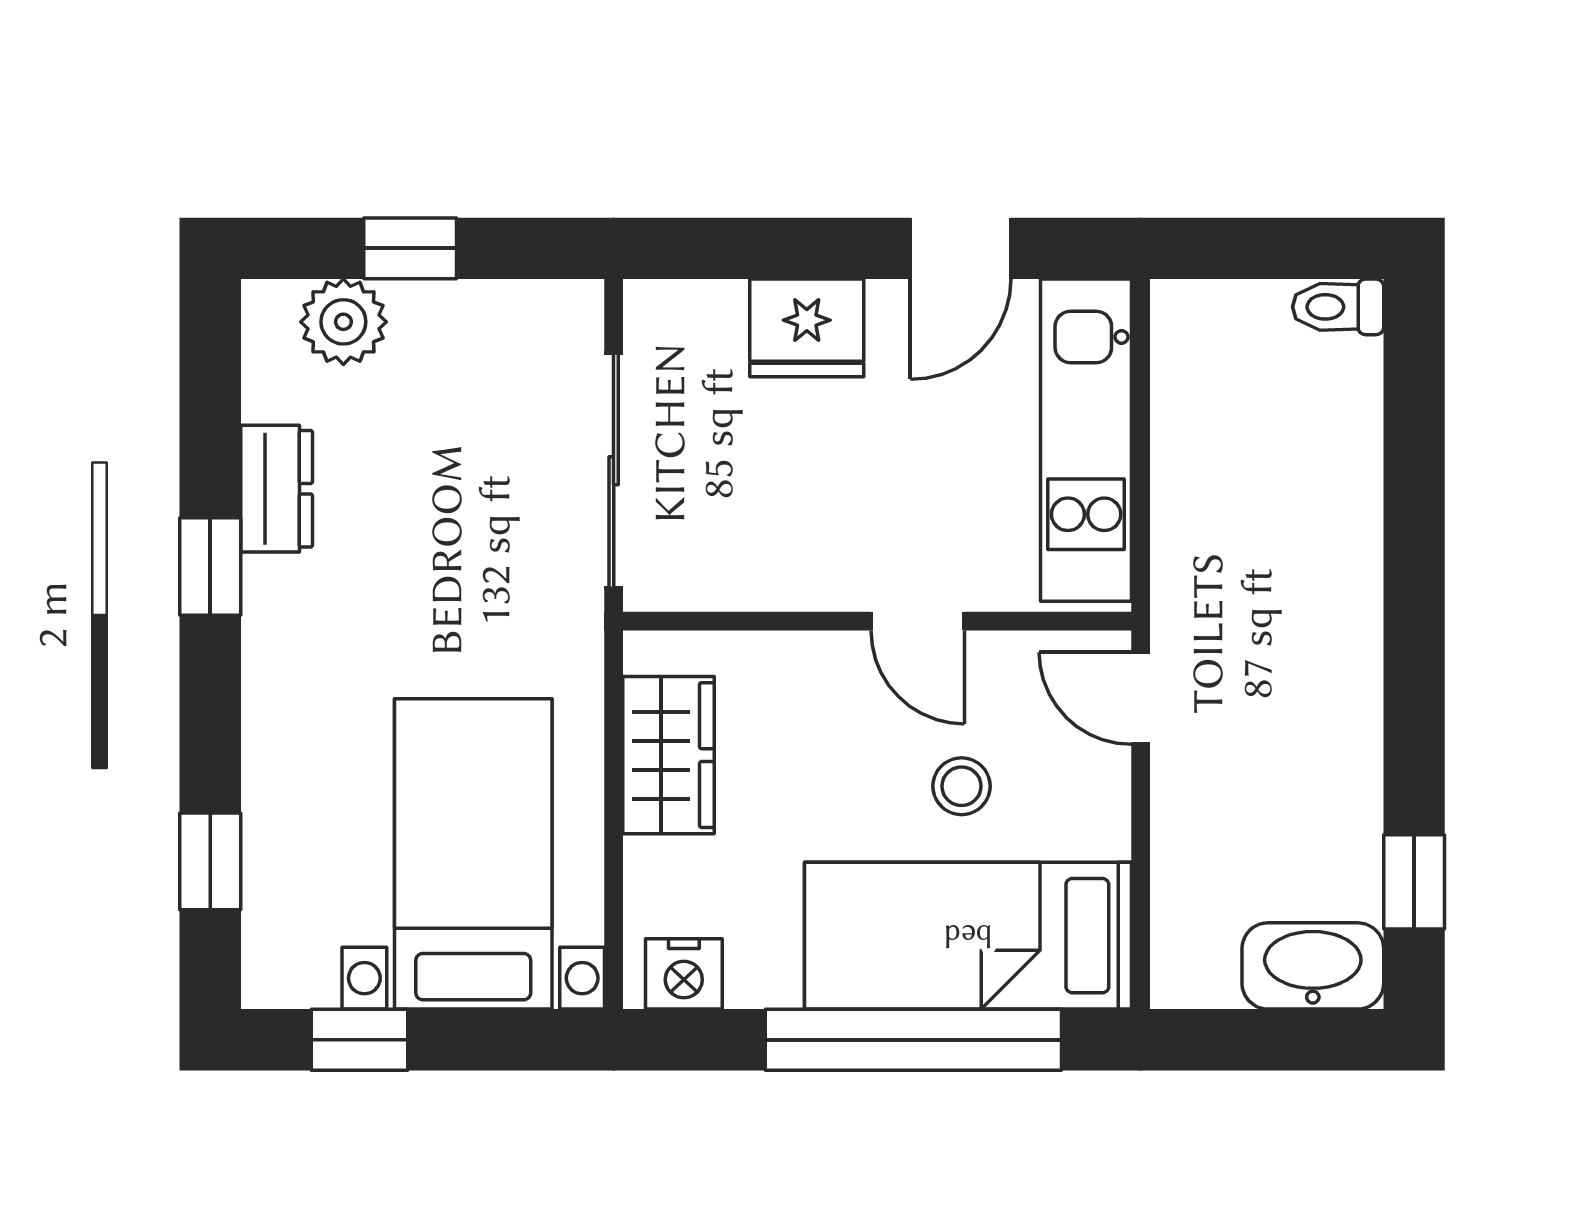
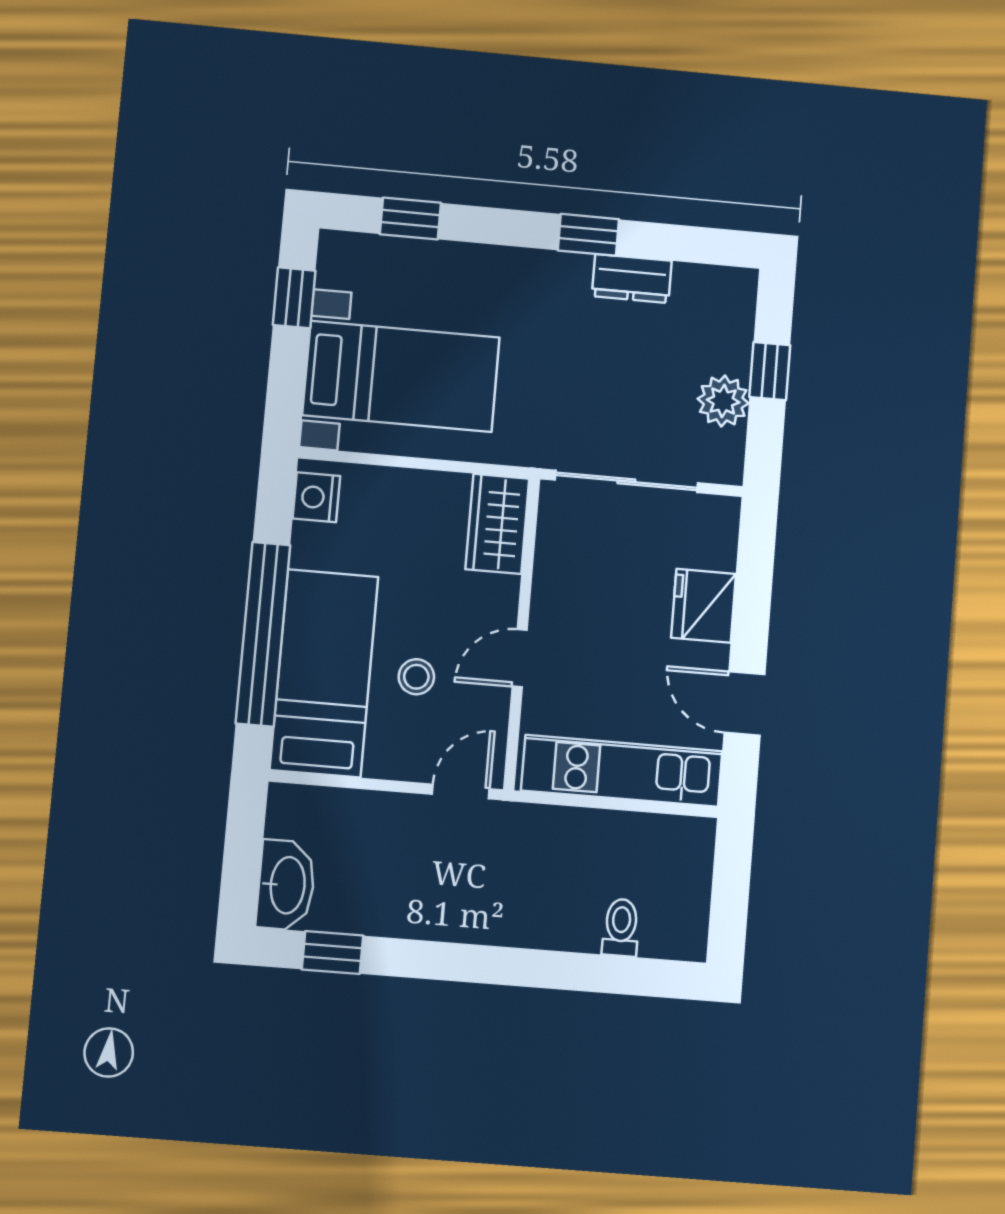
toilet: (1338, 307) -> (621, 928), moved
plant: (343, 322) -> (723, 401), moved
wardrobe: (668, 755) -> (497, 524), moved, turned 90

